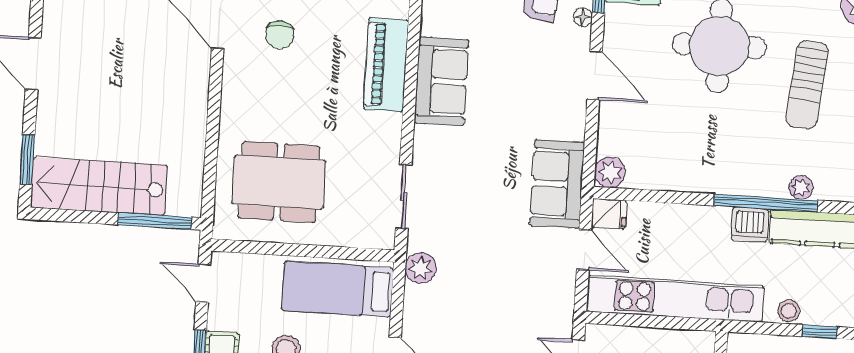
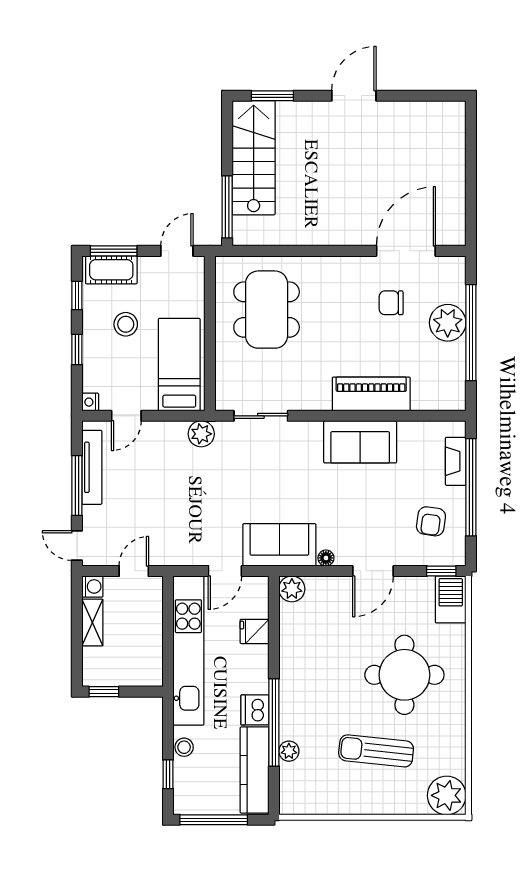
floor lamp: (583, 17) -> (326, 558), moved
fridge: (609, 214) -> (255, 631), moved, turned 90

